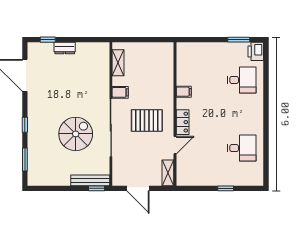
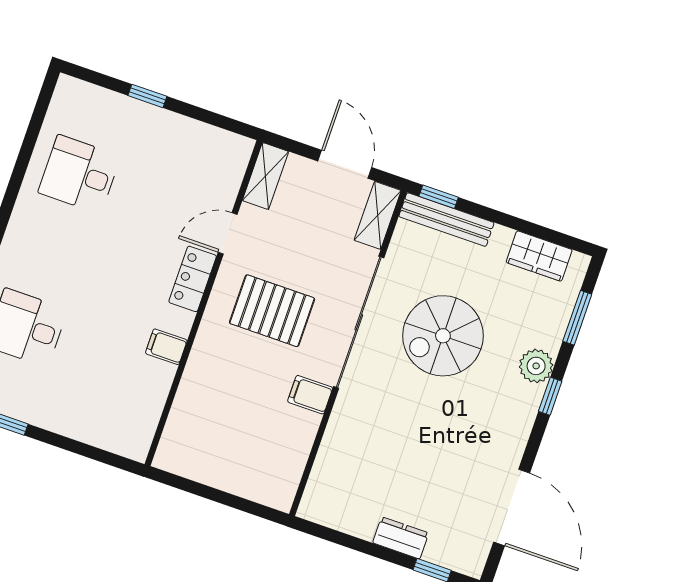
shelving: (118, 63) -> (378, 215), moved
plant: (35, 135) -> (536, 366), added
wardrobe: (49, 179) -> (539, 256), added

